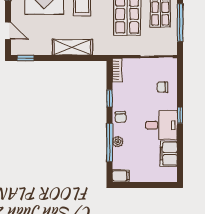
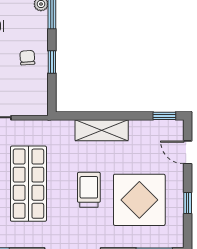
bookcase: (117, 70) -> (42, 100), removed
chair: (121, 117) -> (27, 58), moved

